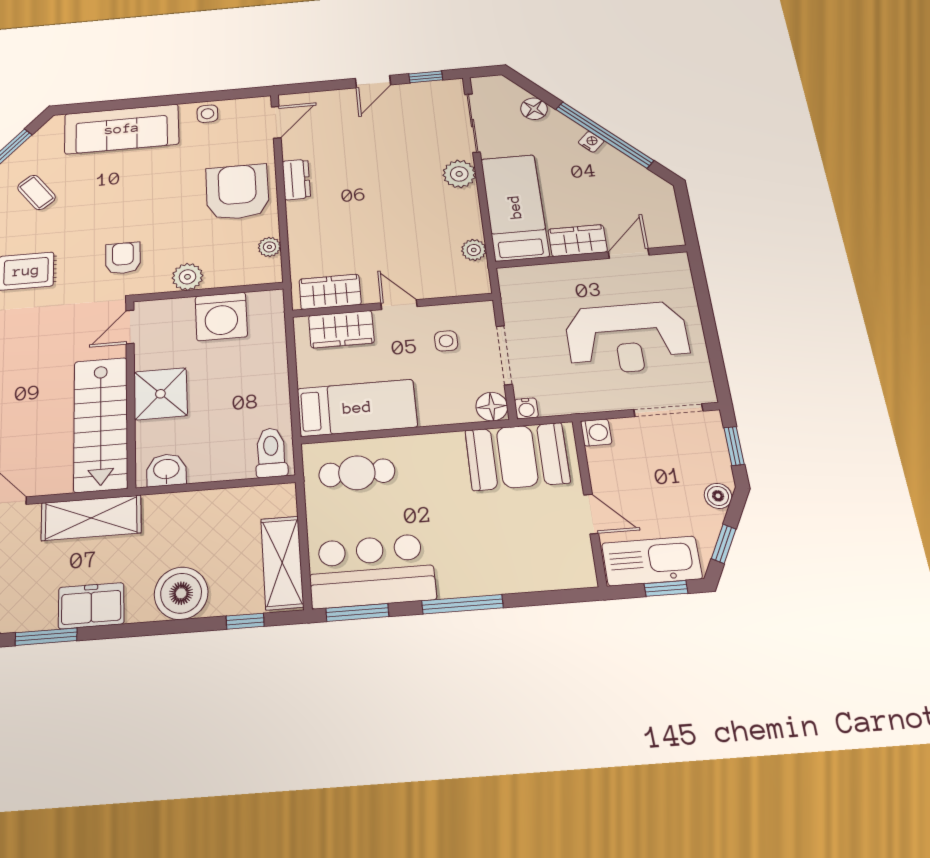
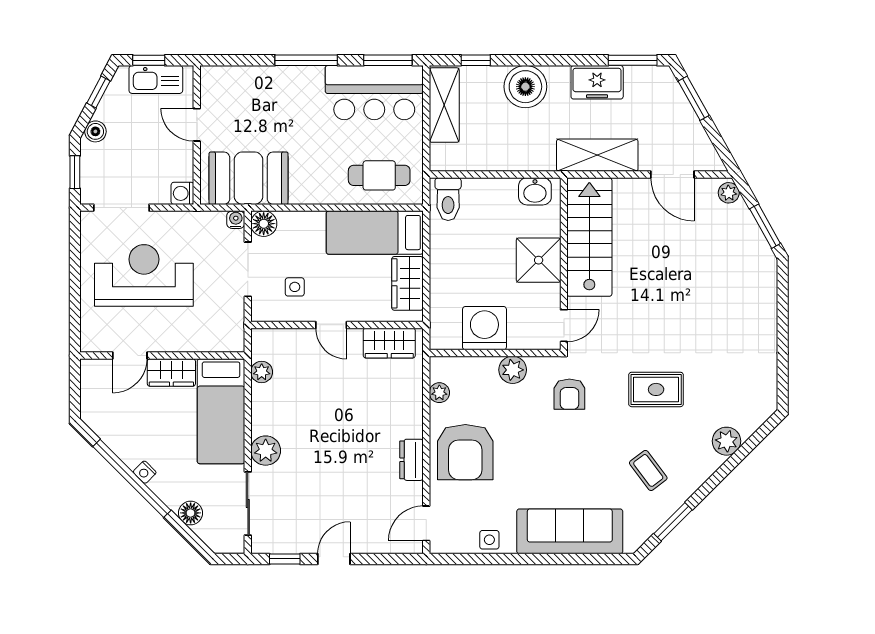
wardrobe: (341, 329) -> (407, 283), moved, turned -90
kitchen sink: (652, 561) -> (156, 79), width x0.73, depth x0.81

